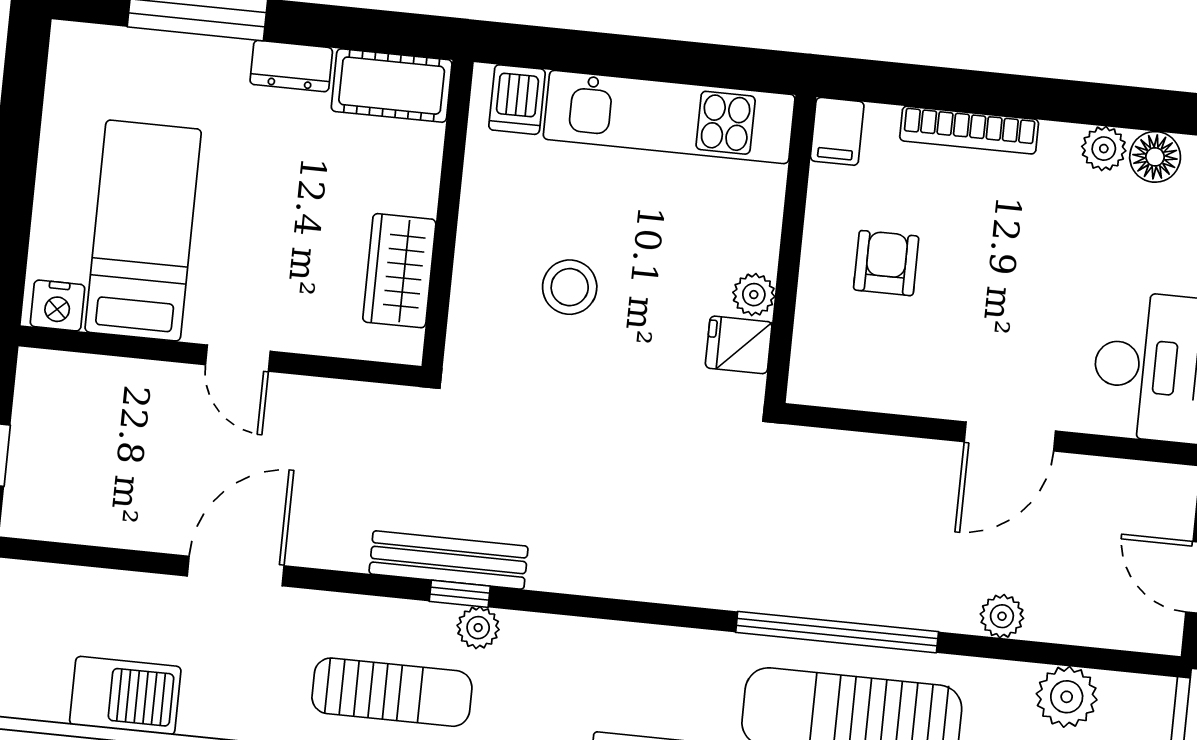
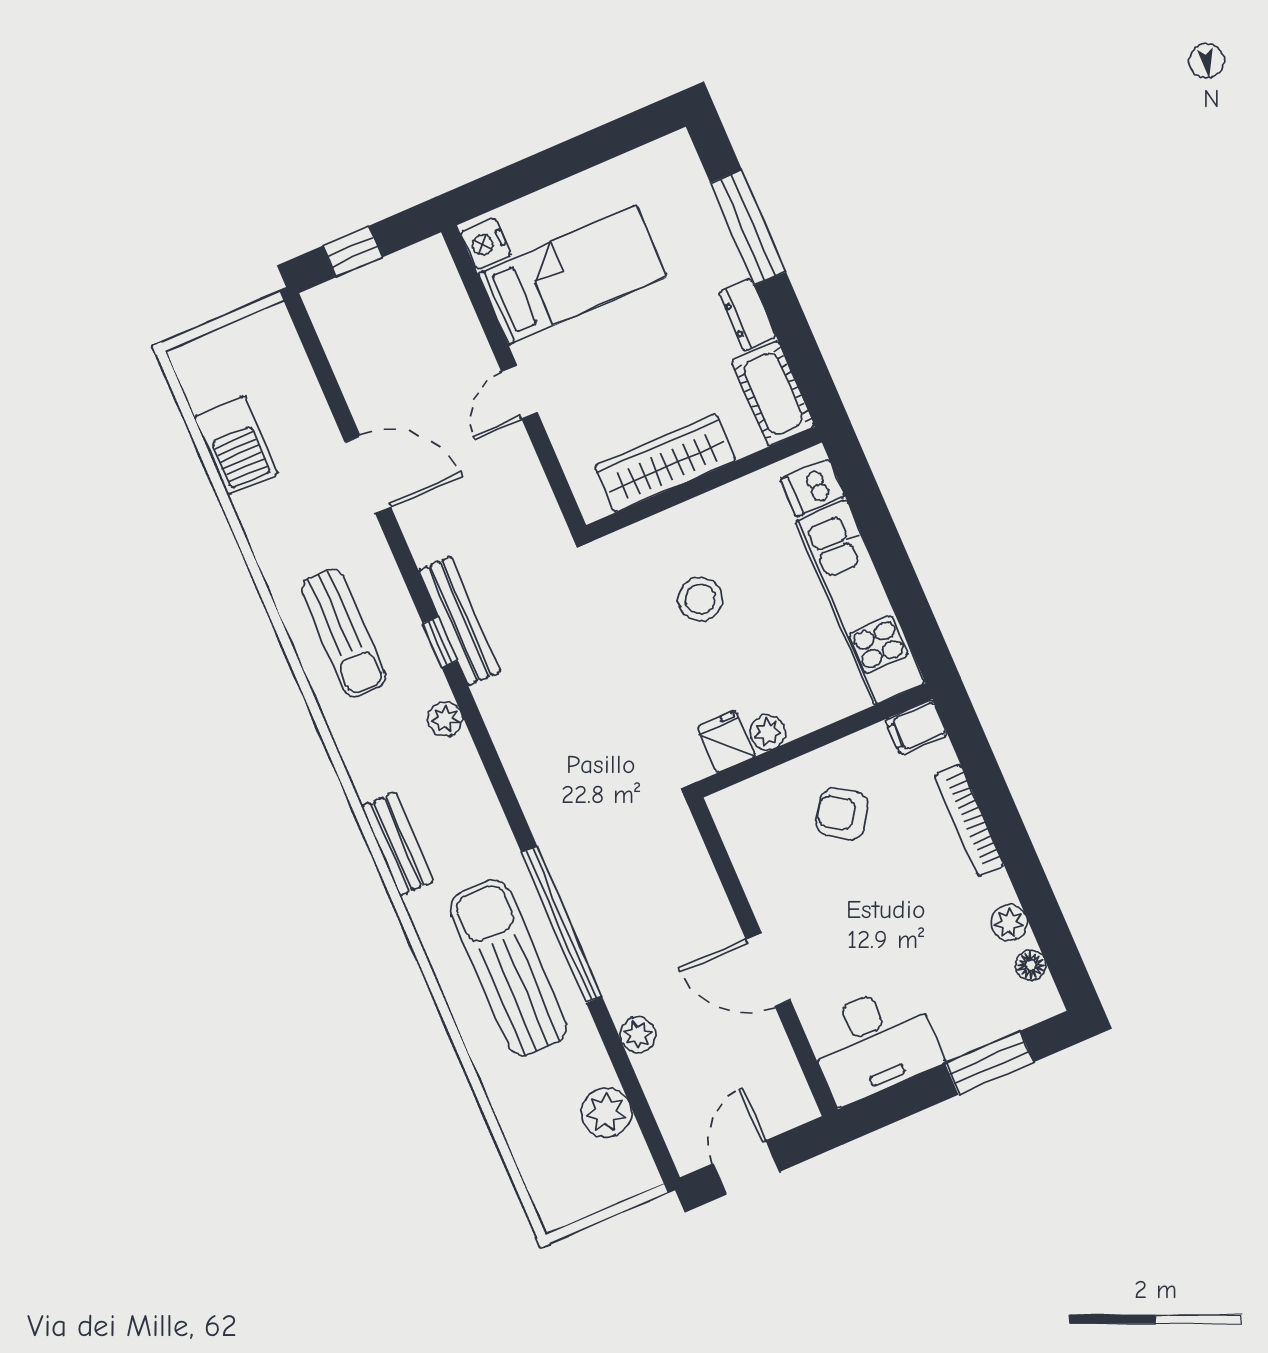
floor lamp: (1155, 157) -> (1031, 965), width x0.73, depth x0.73
armchair: (886, 263) -> (842, 814), turned -147
wardrobe: (399, 271) -> (665, 463), width x1.50
plant: (478, 628) -> (445, 719), moved

